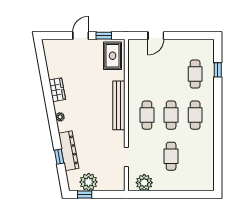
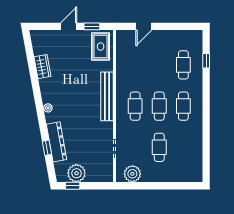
wardrobe: (57, 90) -> (42, 67), moved

